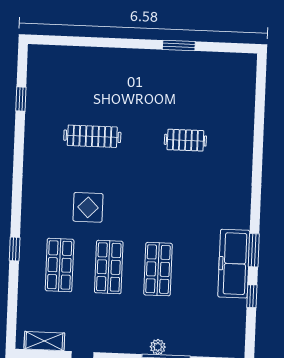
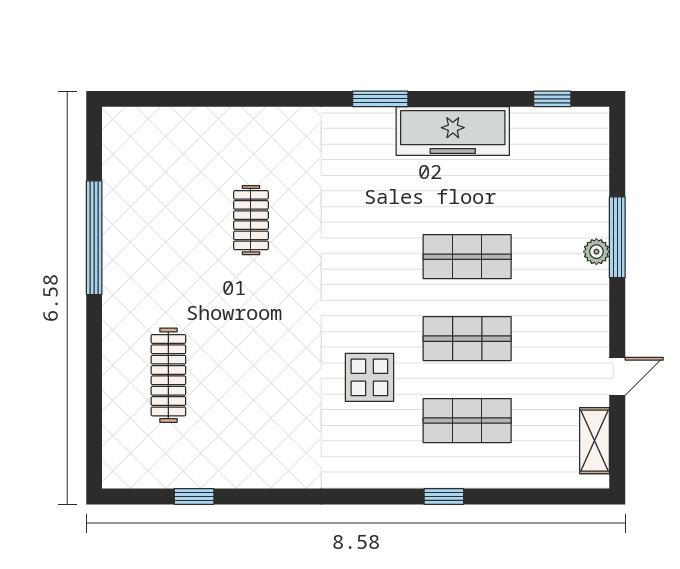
window: (179, 45) -> (94, 238), width x2.11
clothes rail: (92, 136) -> (168, 375), moved
window: (254, 250) -> (380, 99), moved
window: (252, 296) -> (552, 99), moved

